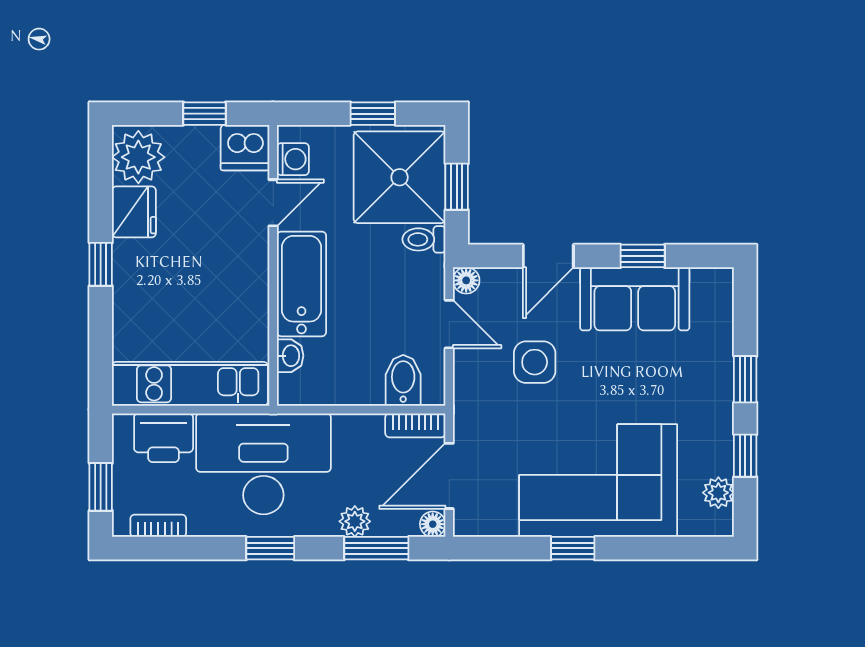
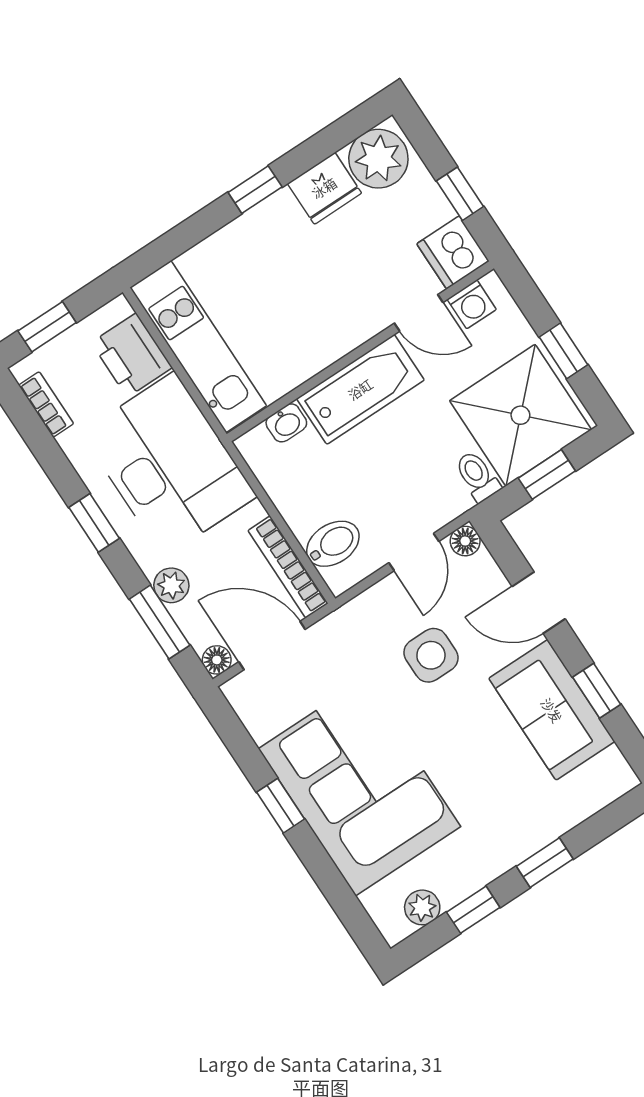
bookcase: (415, 425) -> (288, 567), width x1.56

